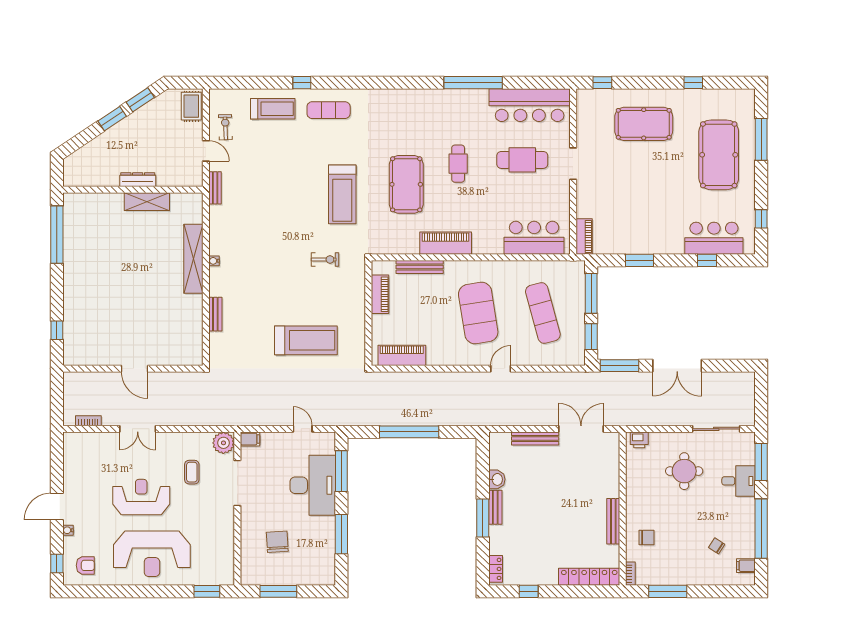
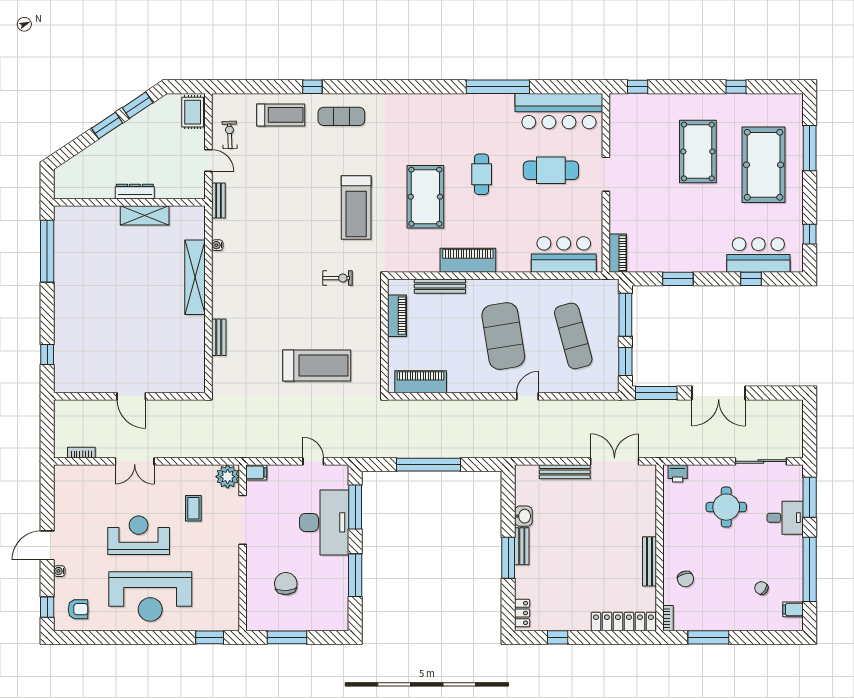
pool table: (644, 124) -> (698, 151), moved, turned 90
water cooler: (214, 261) -> (217, 245), moved
chair: (647, 537) -> (685, 579), turned 74

